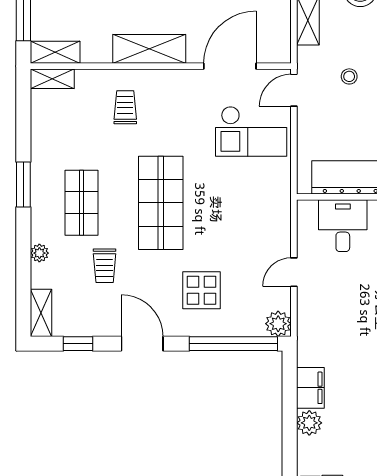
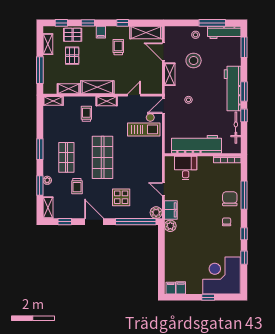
shelving: (55, 52) -> (69, 89), moved
door: (230, 66) -> (134, 95), width x0.53
shelving: (170, 79) -> (107, 101), added
window: (23, 265) -> (40, 186), added
door: (294, 272) -> (163, 189), hinge flipped
filing cabinet: (310, 388) -> (171, 210), moved
plant: (309, 423) -> (170, 226), moved

